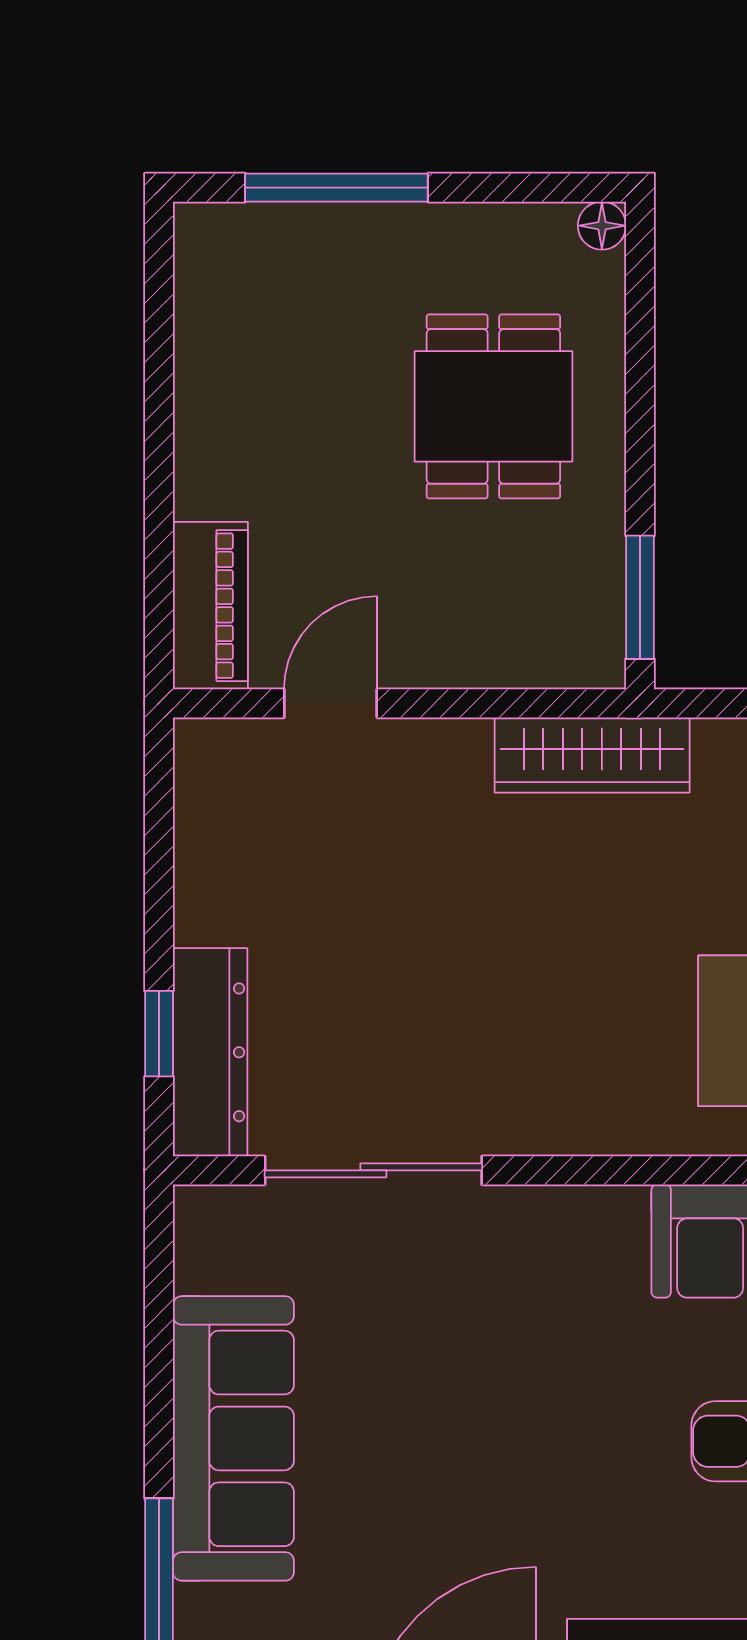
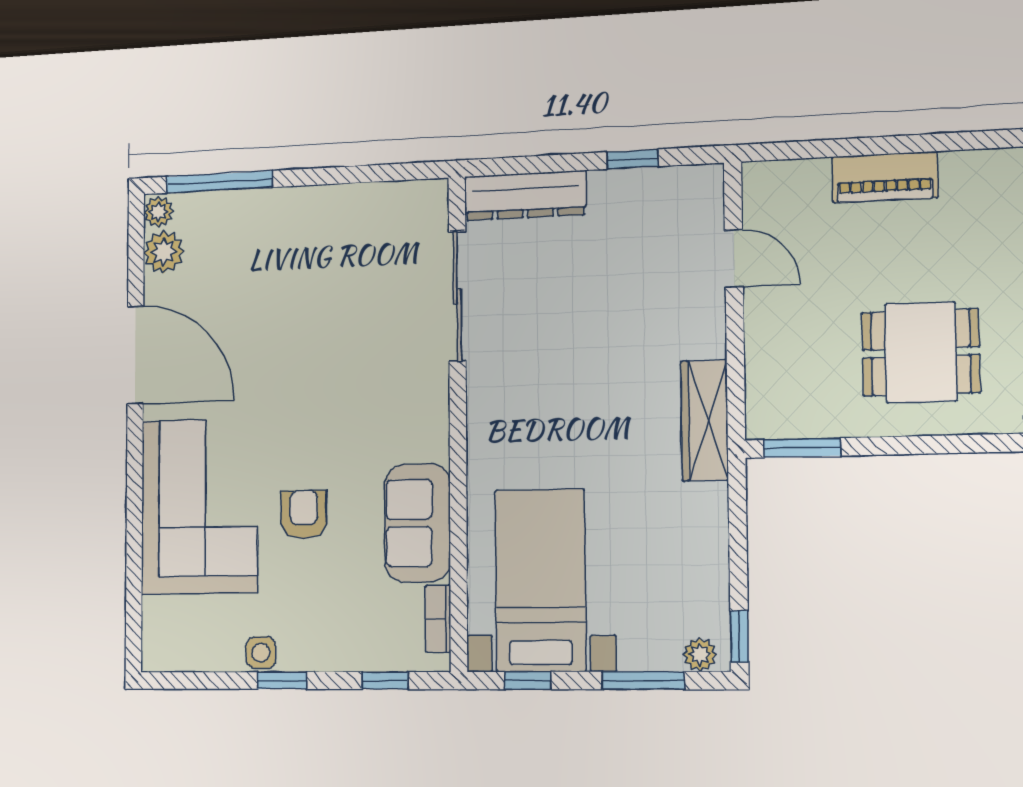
piano: (210, 606) -> (885, 177), moved
window: (159, 1034) -> (633, 159), moved
sofa: (233, 1438) -> (306, 221), removed

